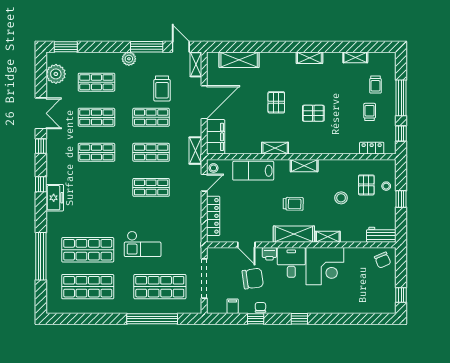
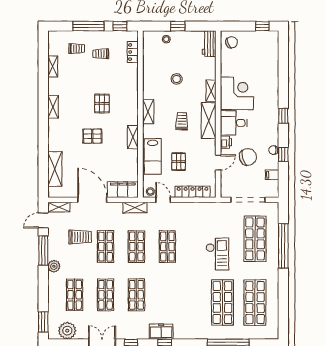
pallet: (366, 185) -> (179, 162), moved, turned 90
freezer: (55, 198) -> (161, 332), moved
chair: (253, 279) -> (248, 157), turned 81

